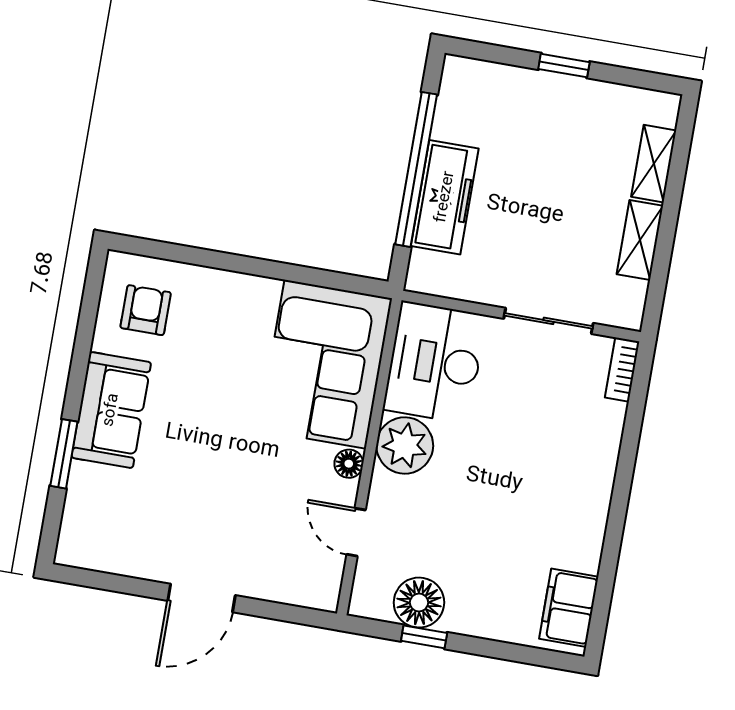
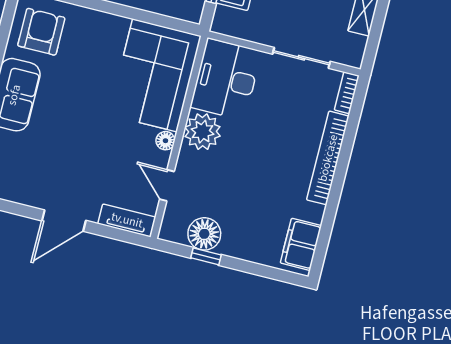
armchair: (146, 310) -> (41, 32), width x1.38, depth x1.38
bookcase: (600, 472) -> (328, 158), added
tv unit: (298, 591) -> (127, 220), added

